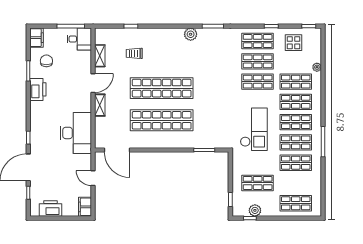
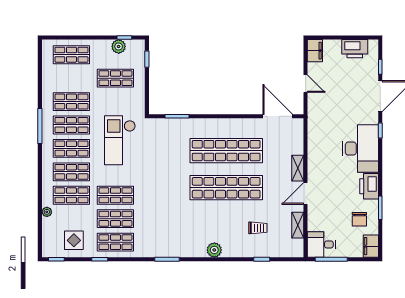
plant: (191, 34) -> (214, 250), moved
desk: (76, 133) -> (360, 149), moved, turned 180

